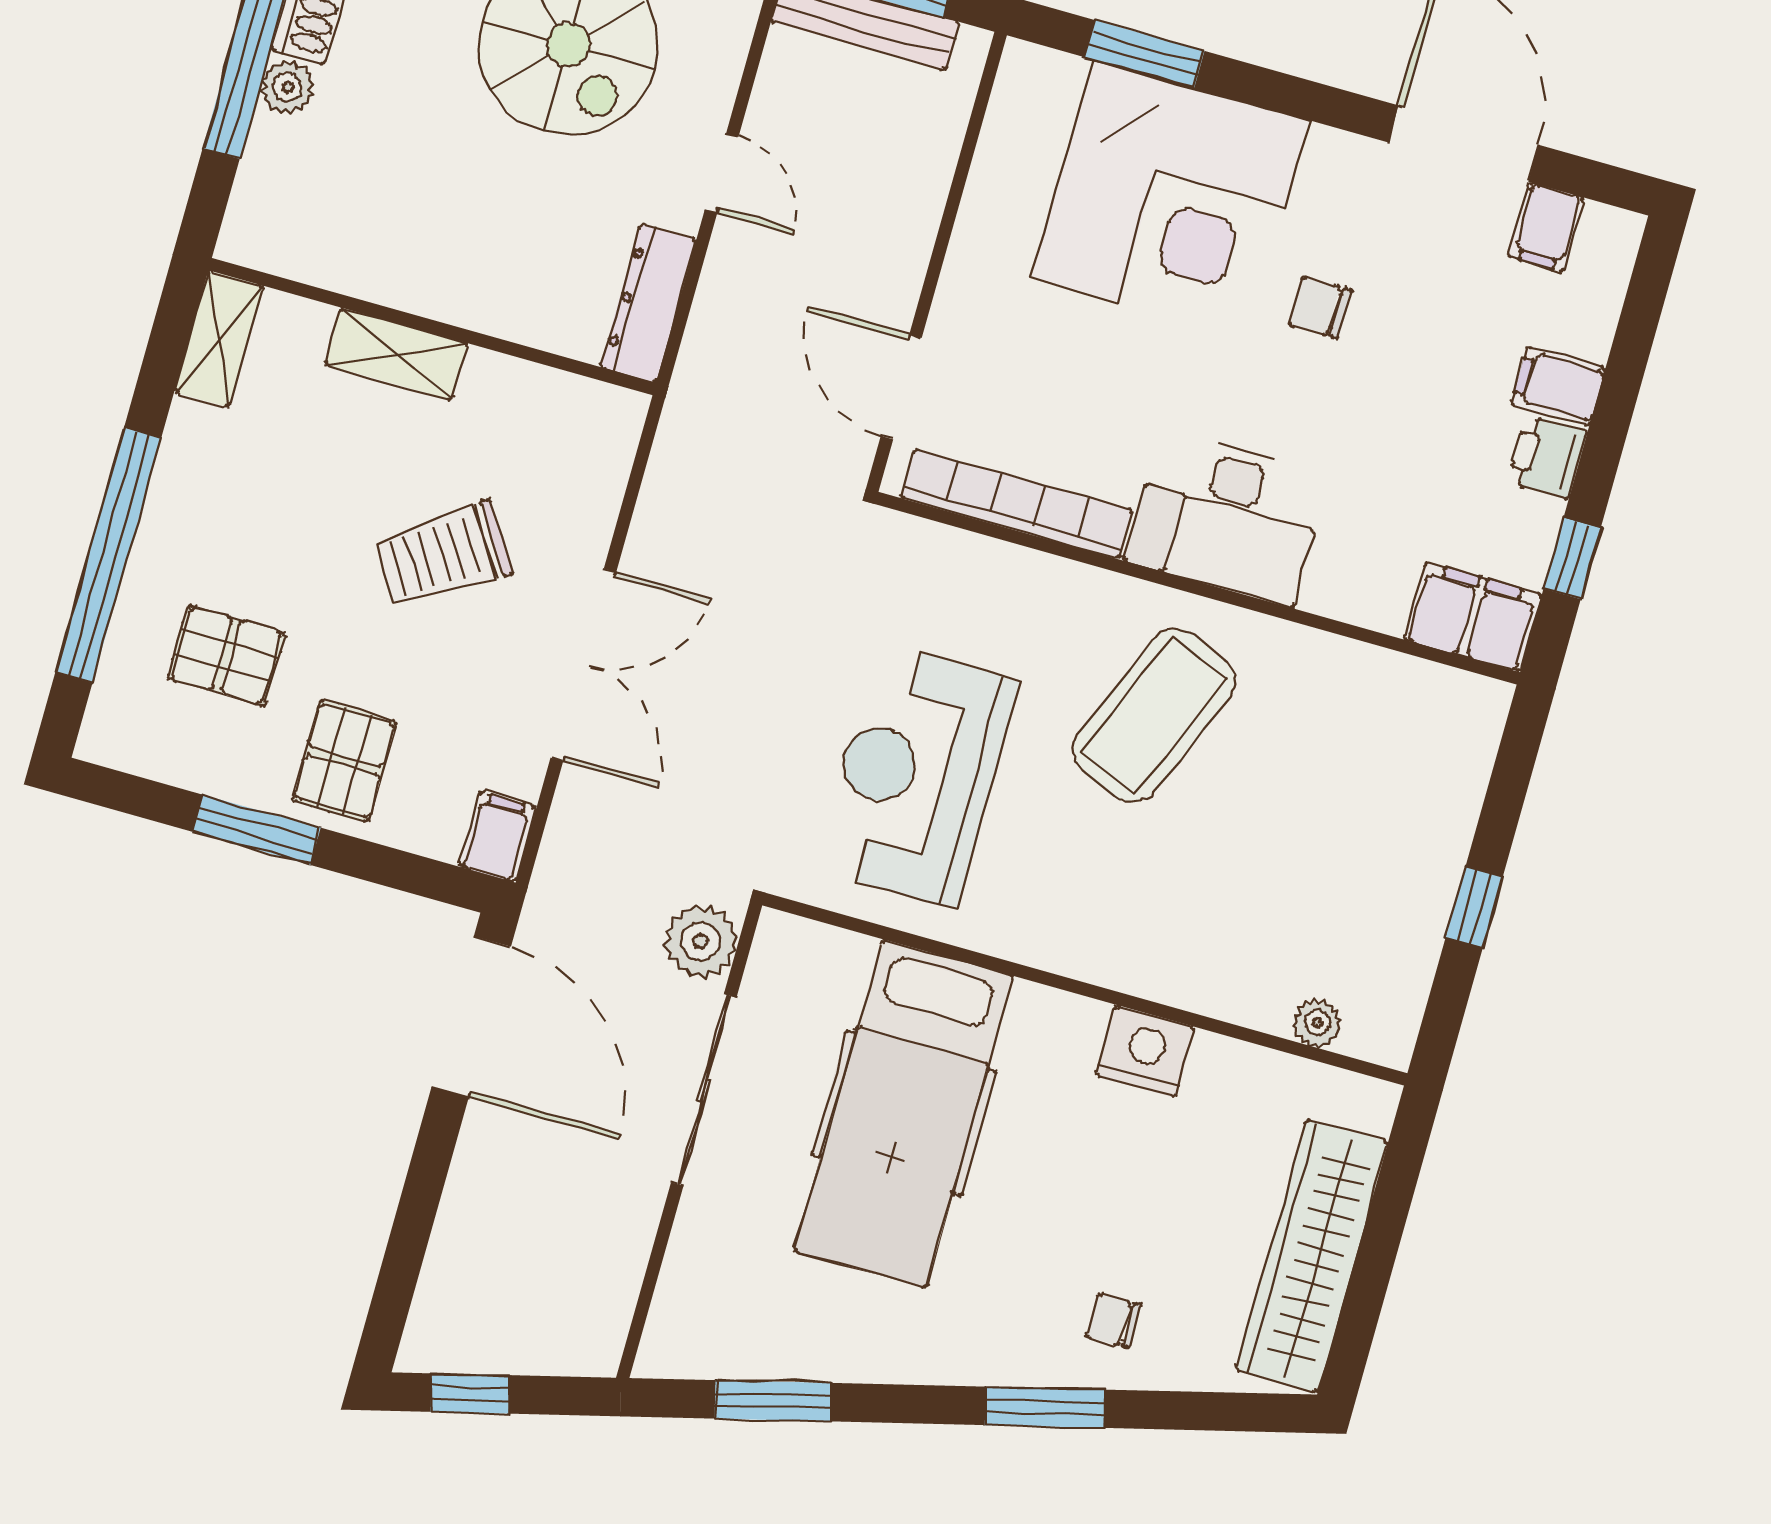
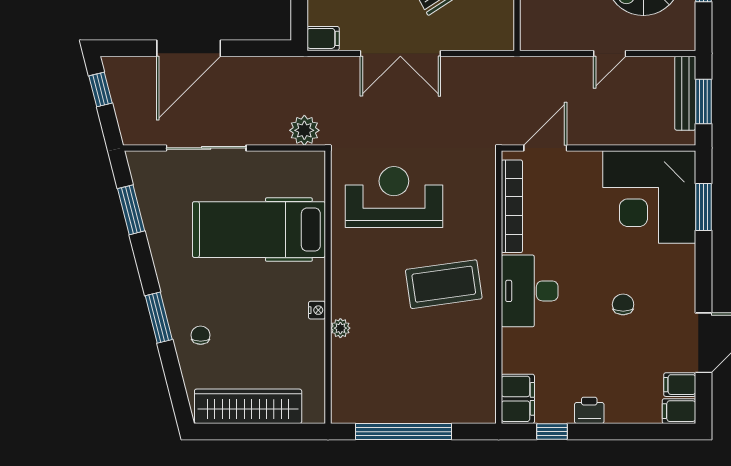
corner desk: (1171, 199) -> (649, 197), moved
dresser: (648, 303) -> (550, 39), removed
filing cabinet: (1558, 386) -> (679, 411), moved, turned -90
coffee table: (1154, 715) -> (444, 284), turned -31
window: (1474, 907) -> (404, 432), width x3.17
door: (471, 1017) -> (189, 48), moved
plant: (1317, 1023) -> (340, 328), moved
nightstand: (1146, 1051) -> (317, 310), width x0.53, depth x0.56
sliding door: (704, 1090) -> (206, 148), moved

